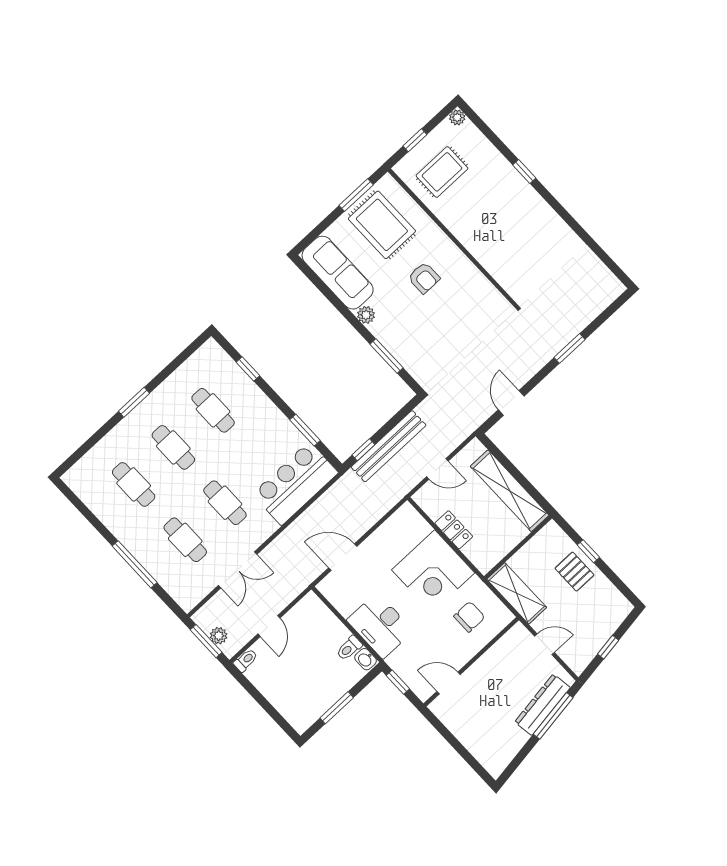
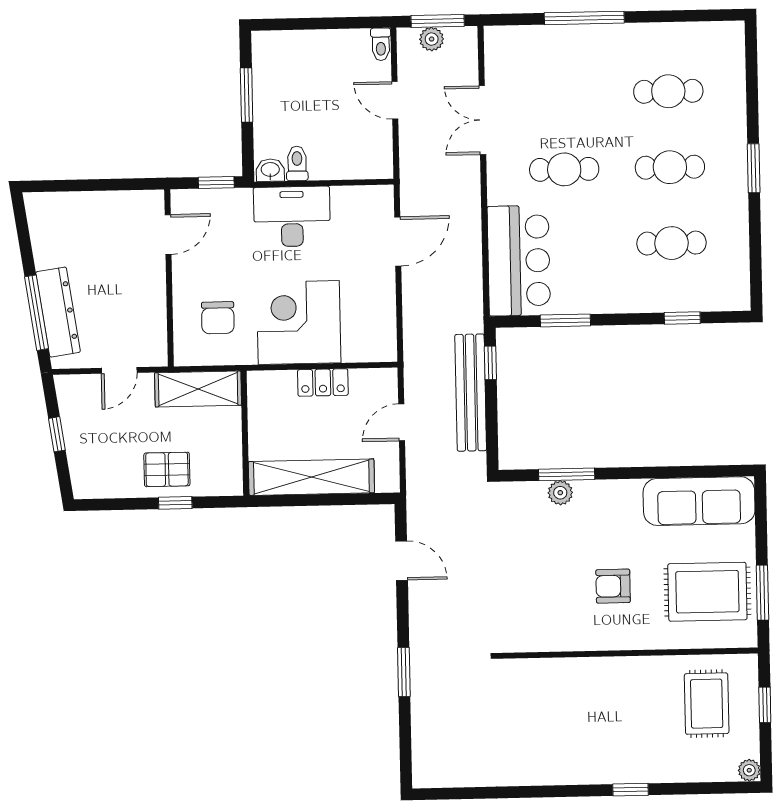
plant: (366, 315) -> (560, 493), moved
cafe table: (185, 540) -> (563, 94), removed

